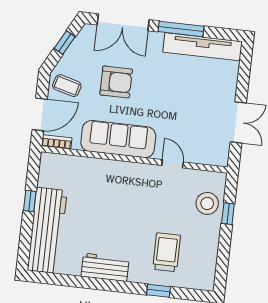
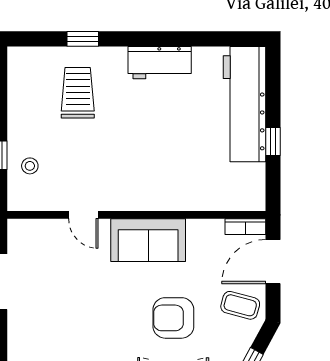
sofa: (118, 139) -> (148, 240), width x0.73
stool: (207, 203) -> (30, 166), width x0.53, depth x0.53
trolley: (167, 252) -> (78, 93), turned 180

